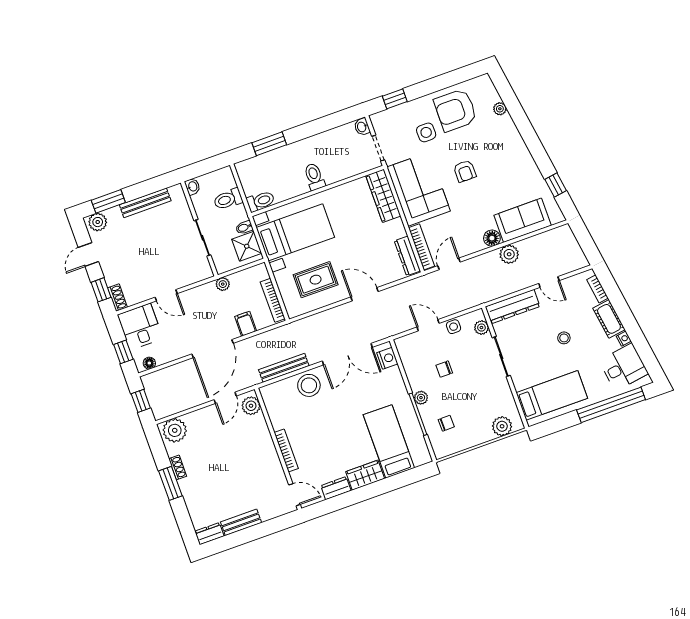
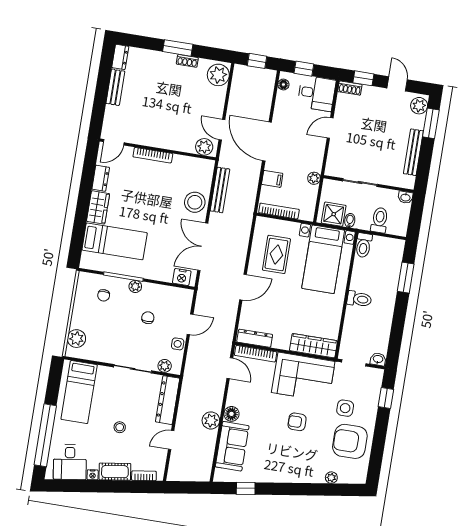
armchair: (455, 110) -> (350, 441), turned -90

